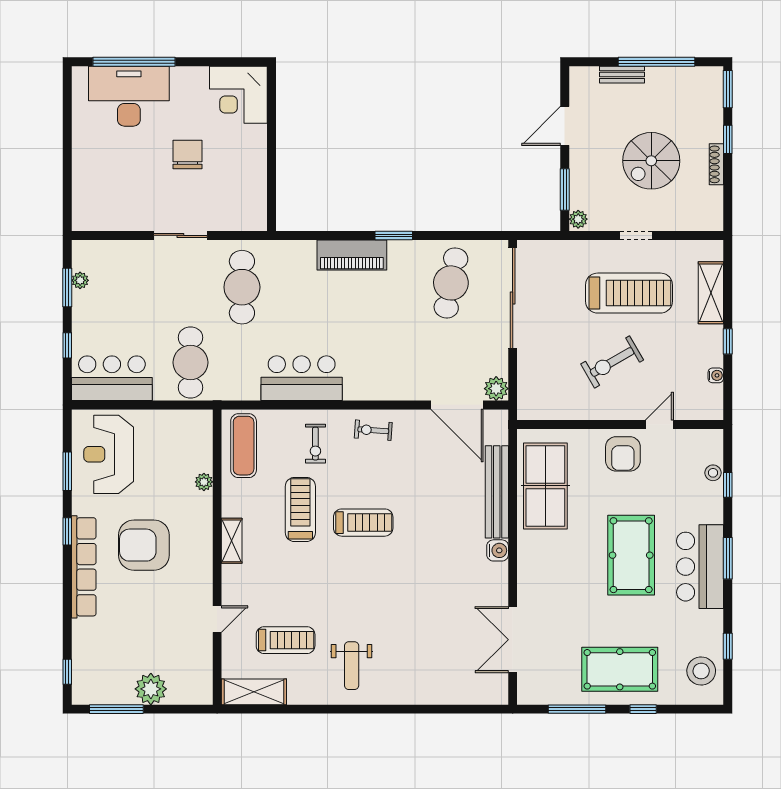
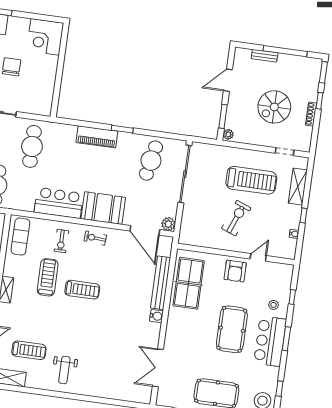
doorway: (636, 235) -> (285, 152), moved
exercise bike: (612, 362) -> (236, 218), turned 141
booth: (380, 376) -> (103, 208), added
stool: (713, 473) -> (273, 305), moved

